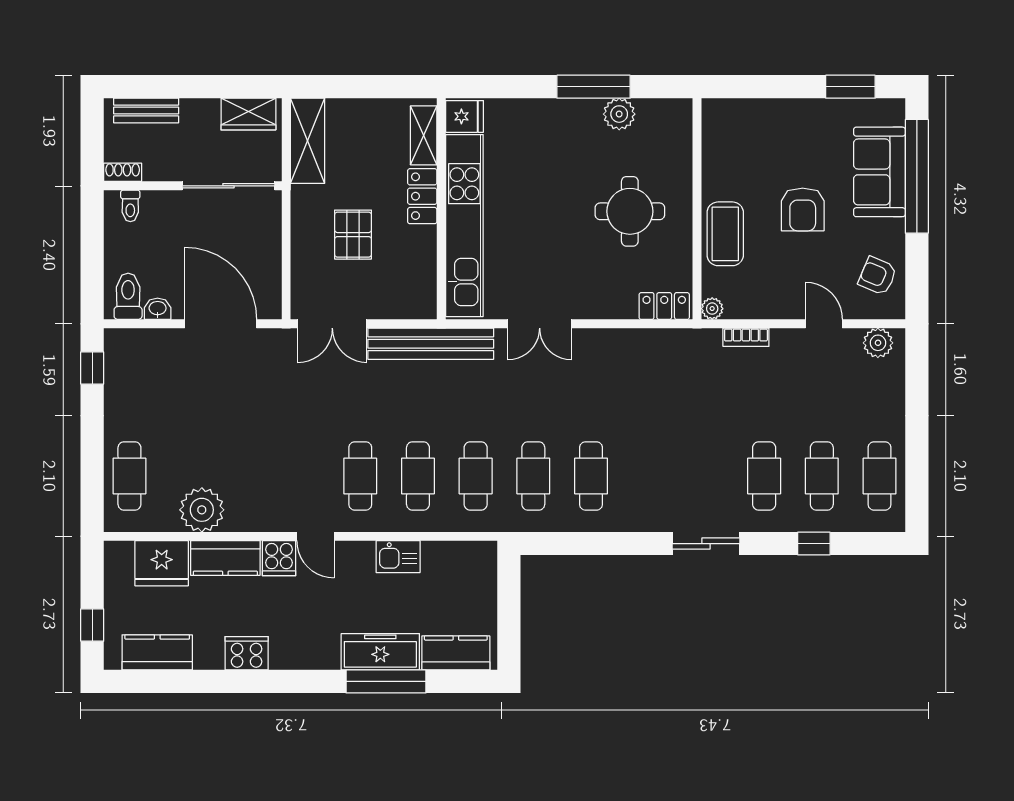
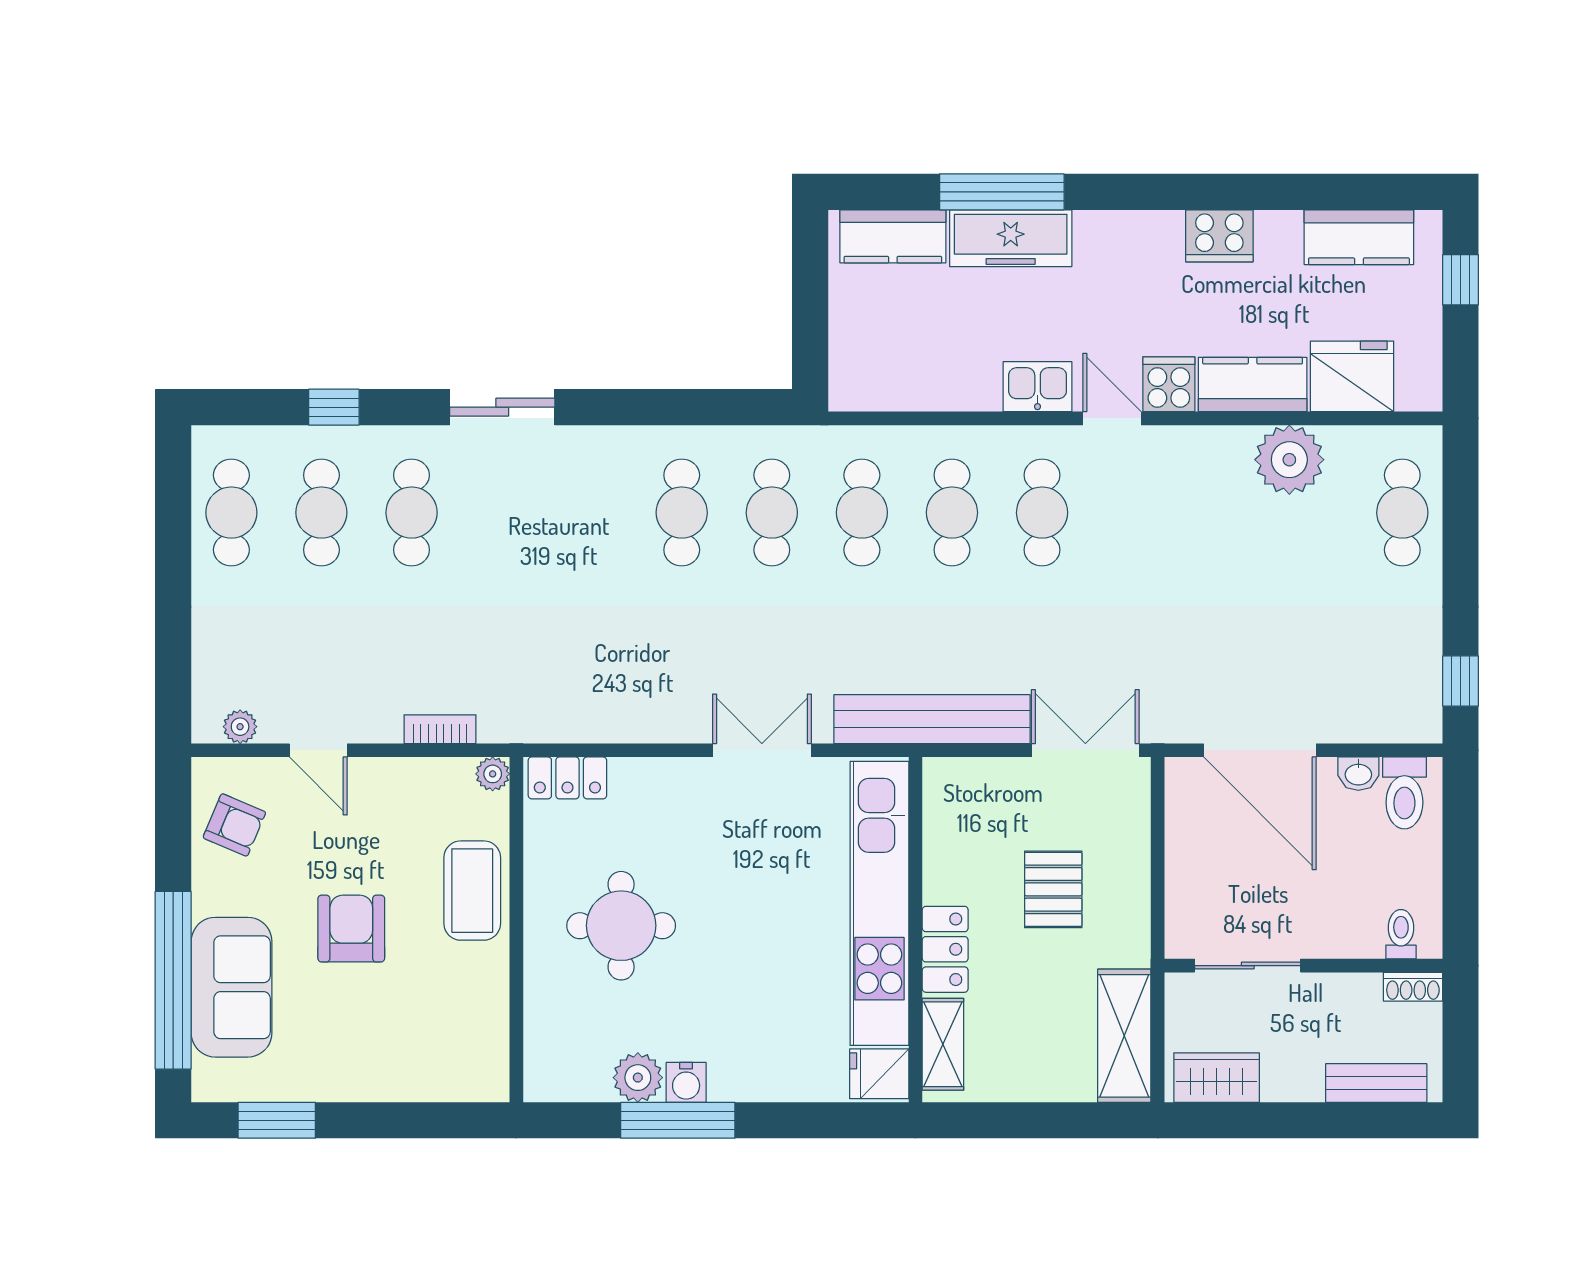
water cooler: (588, 111) -> (686, 1082), added
sliding door: (228, 186) -> (1248, 966), width x0.73
plant: (878, 343) -> (240, 727), width x0.73, depth x0.73
kitchen sink: (398, 557) -> (1038, 387), moved

